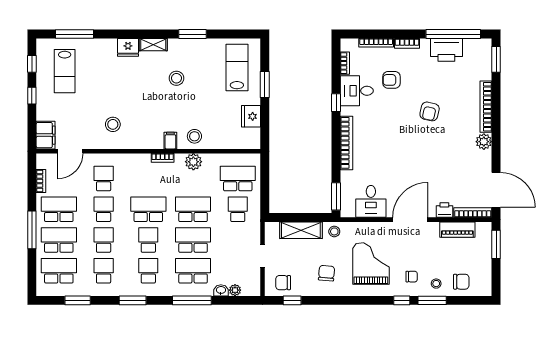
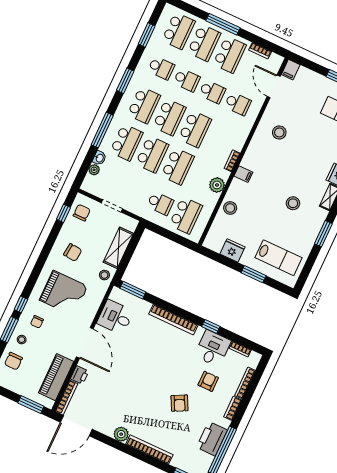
armchair: (430, 111) -> (180, 403), moved, turned -130
filing cabinet: (46, 135) -> (291, 70), width x0.50
stool: (194, 136) -> (230, 208), moved
piano: (457, 230) -> (56, 377), width x1.37, depth x1.33
school desk: (148, 240) -> (169, 117), width x1.85
school desk: (148, 271) -> (144, 105), width x1.85

